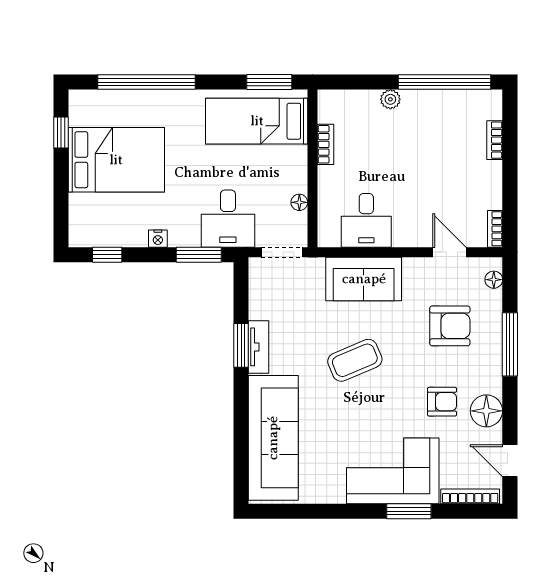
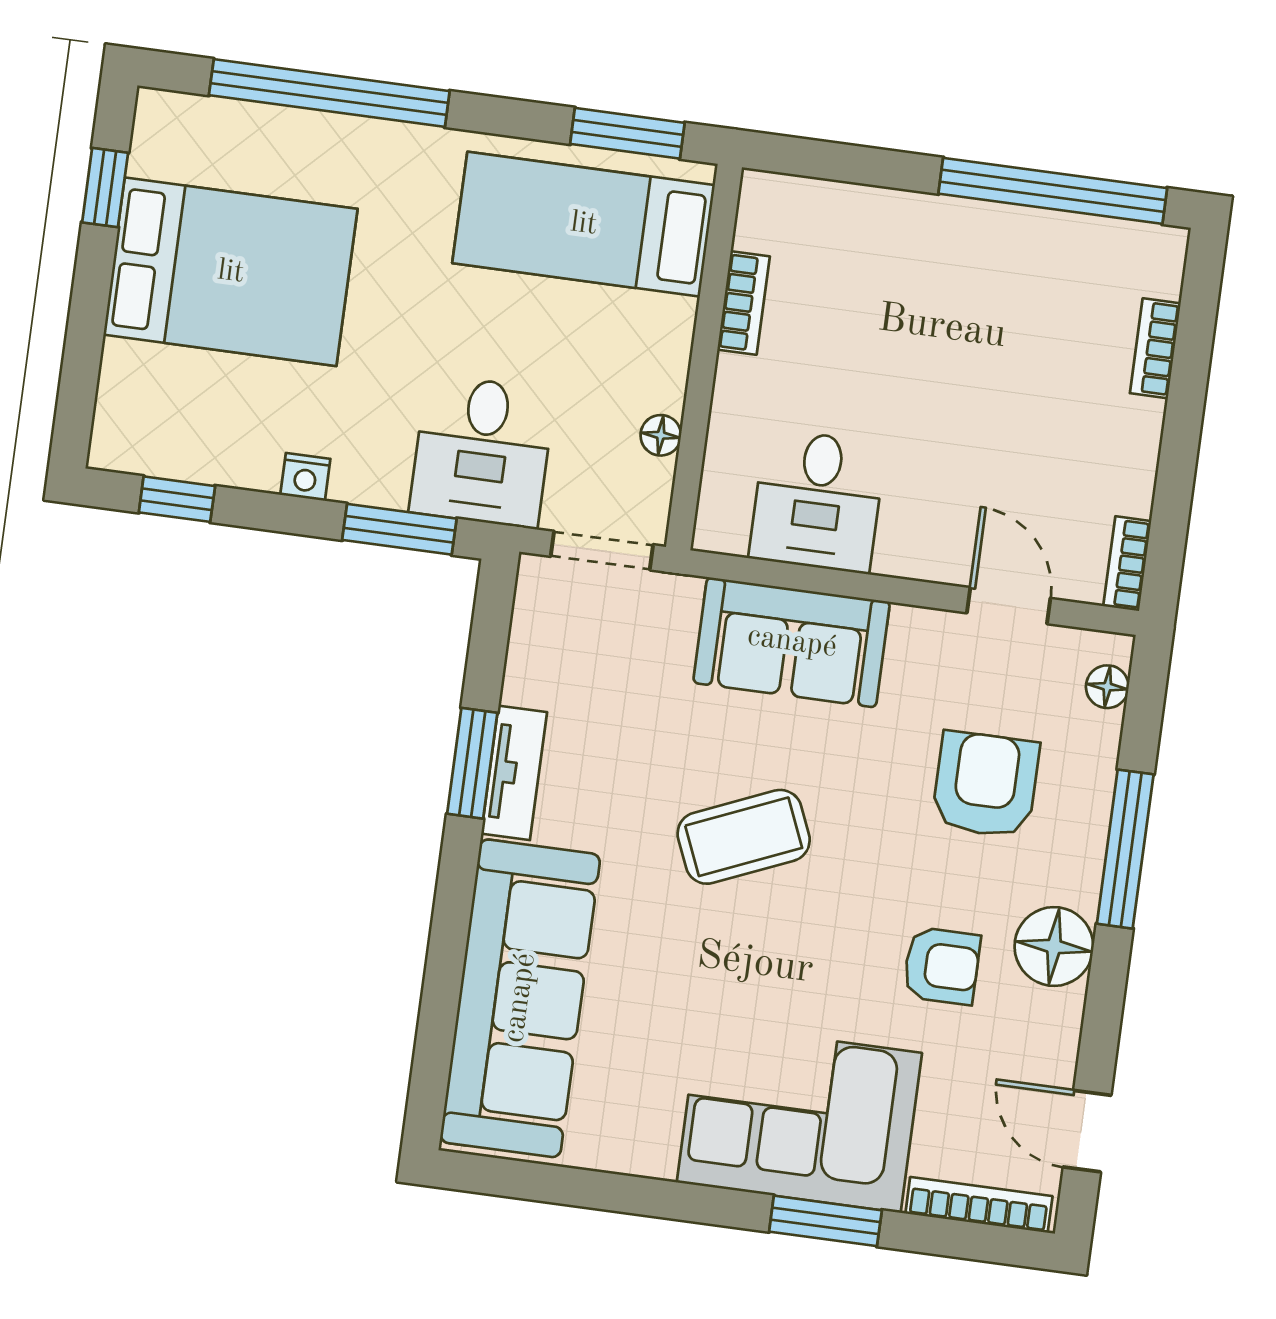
plant: (390, 99) -> (916, 215), removed
armchair: (450, 326) -> (986, 785), turned -90
floor lamp: (486, 411) -> (1054, 946), moved

